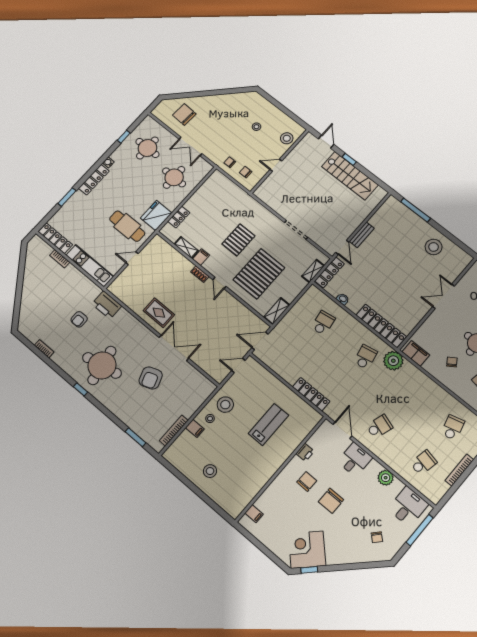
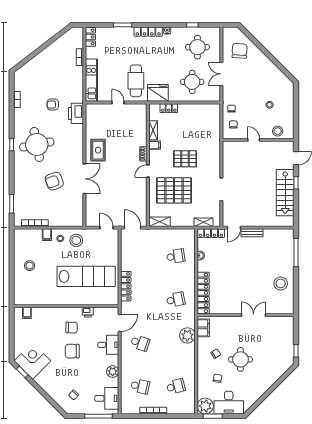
locker: (55, 238) -> (90, 37), width x0.66
plant: (393, 361) -> (187, 335), moved
lab bench: (268, 424) -> (86, 276), width x1.86, depth x1.39

